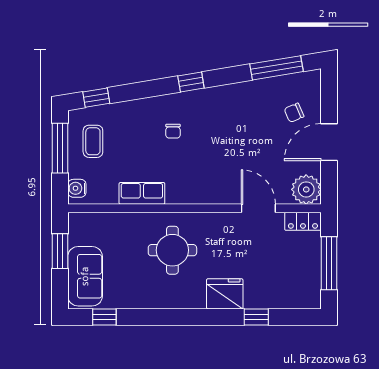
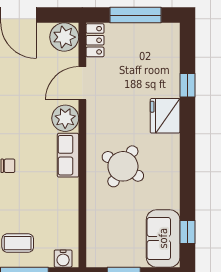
plant: (222, 190) -> (65, 118), added
row of seats: (142, 193) -> (68, 155), moved
round table: (172, 250) -> (123, 166), turned 32
sofa: (85, 276) -> (163, 238), moved, turned -90

